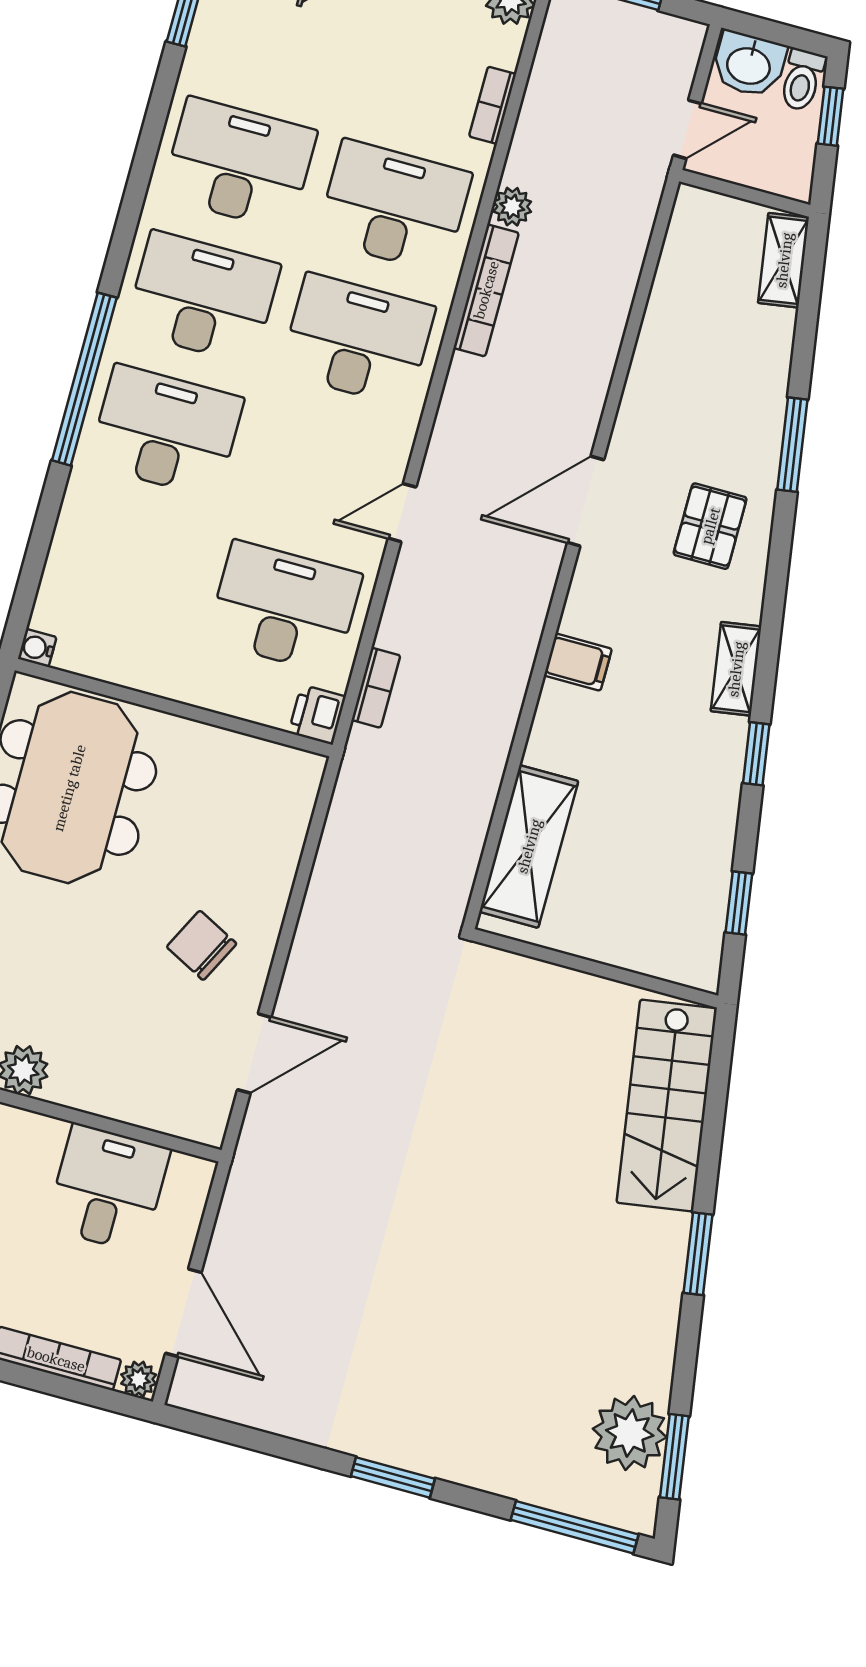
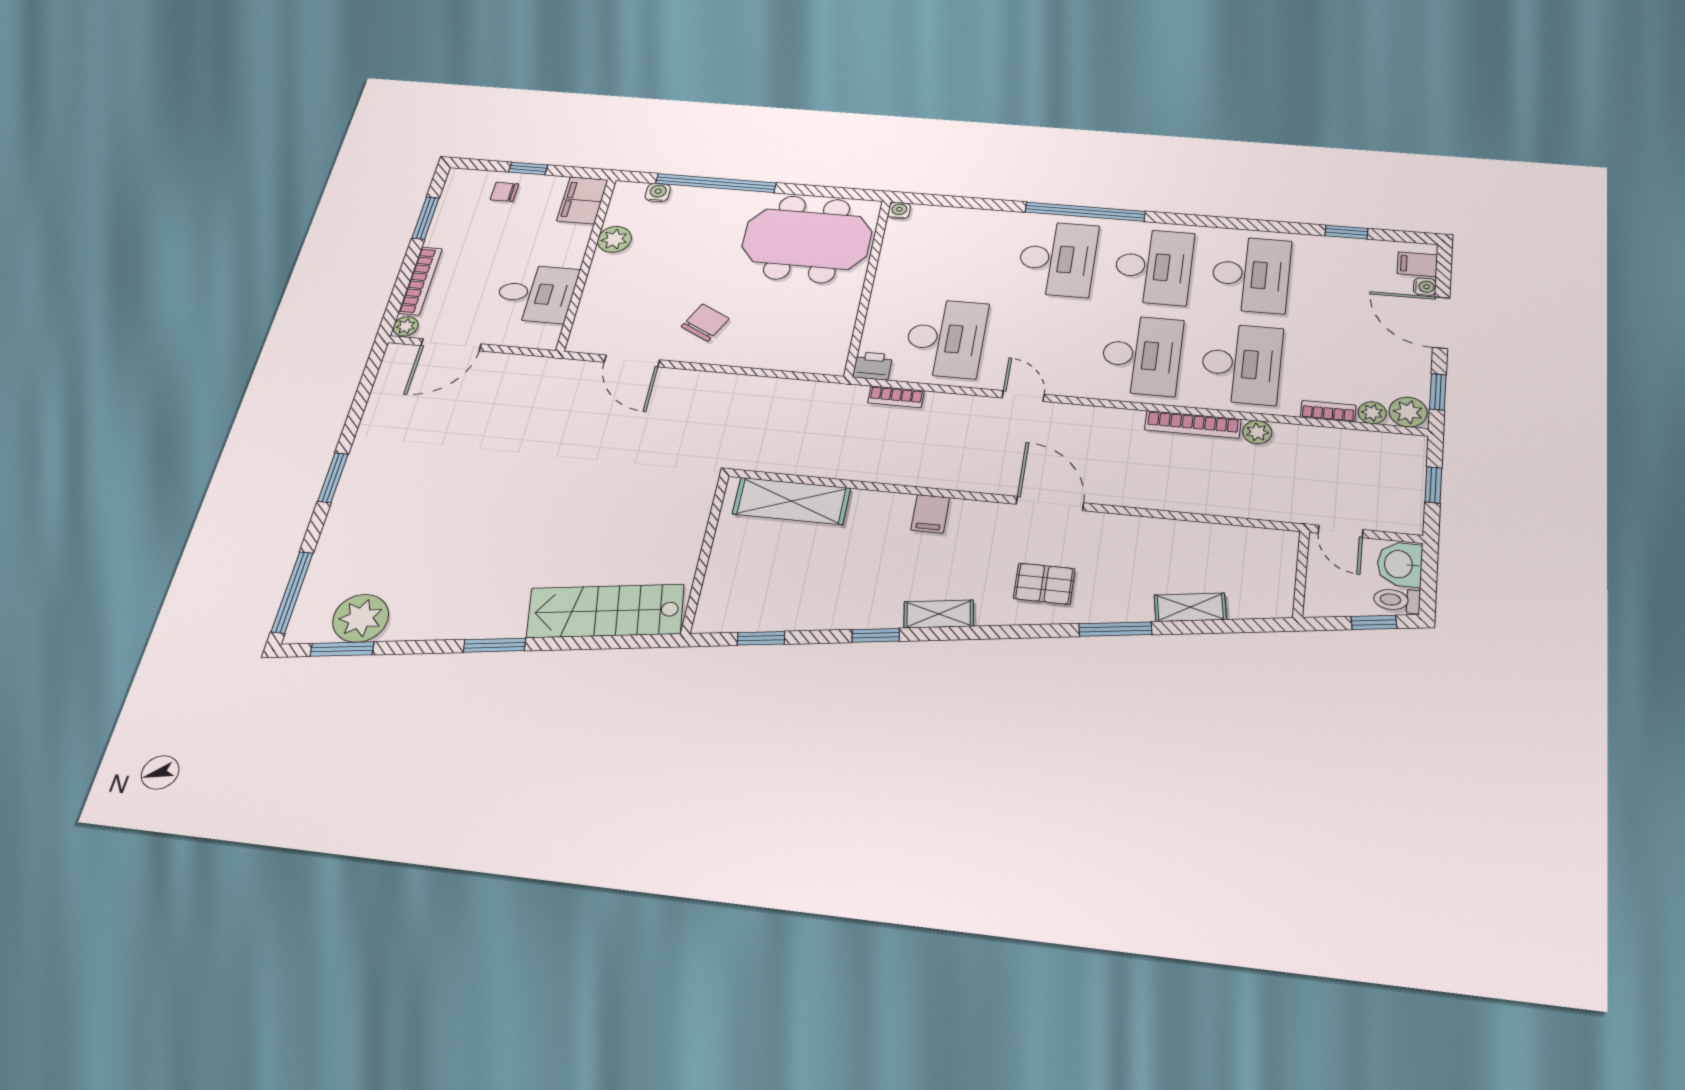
plant: (504, 47) -> (1372, 413), added
shelving: (784, 260) -> (1190, 607), moved

